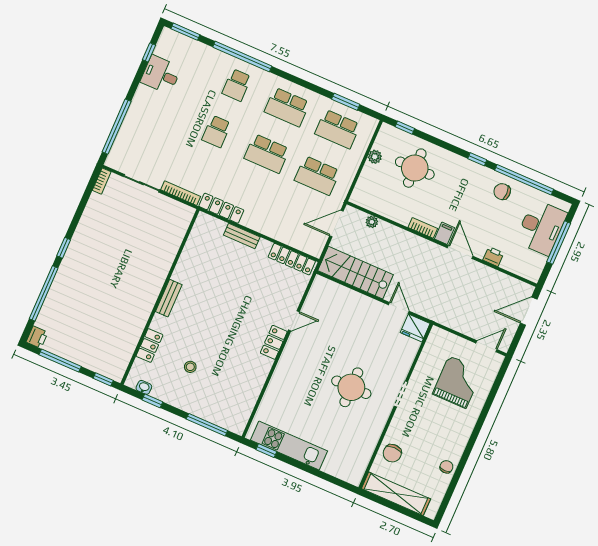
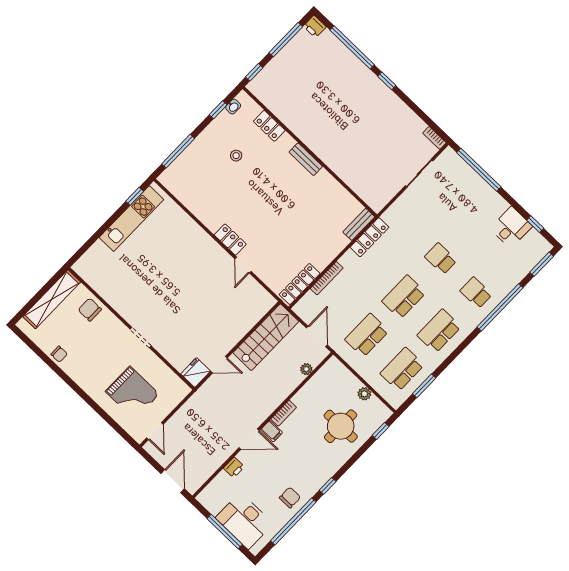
bookcase: (181, 193) -> (327, 278), moved
bench: (242, 236) -> (359, 224), moved
round table: (351, 387) -> (163, 295), removed

